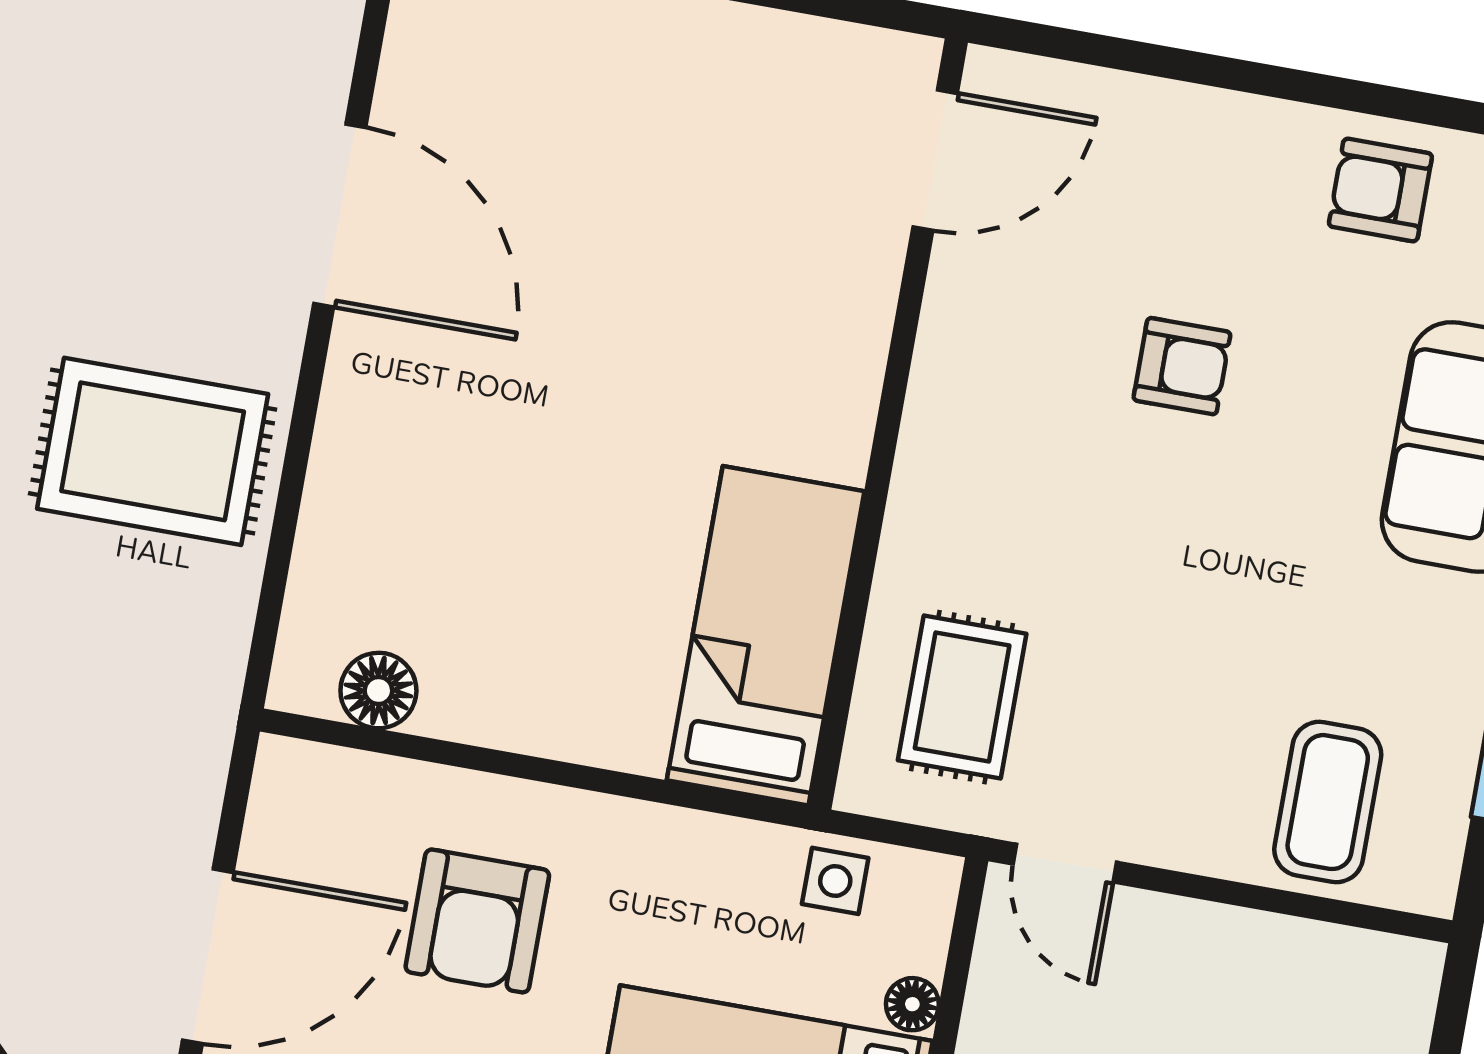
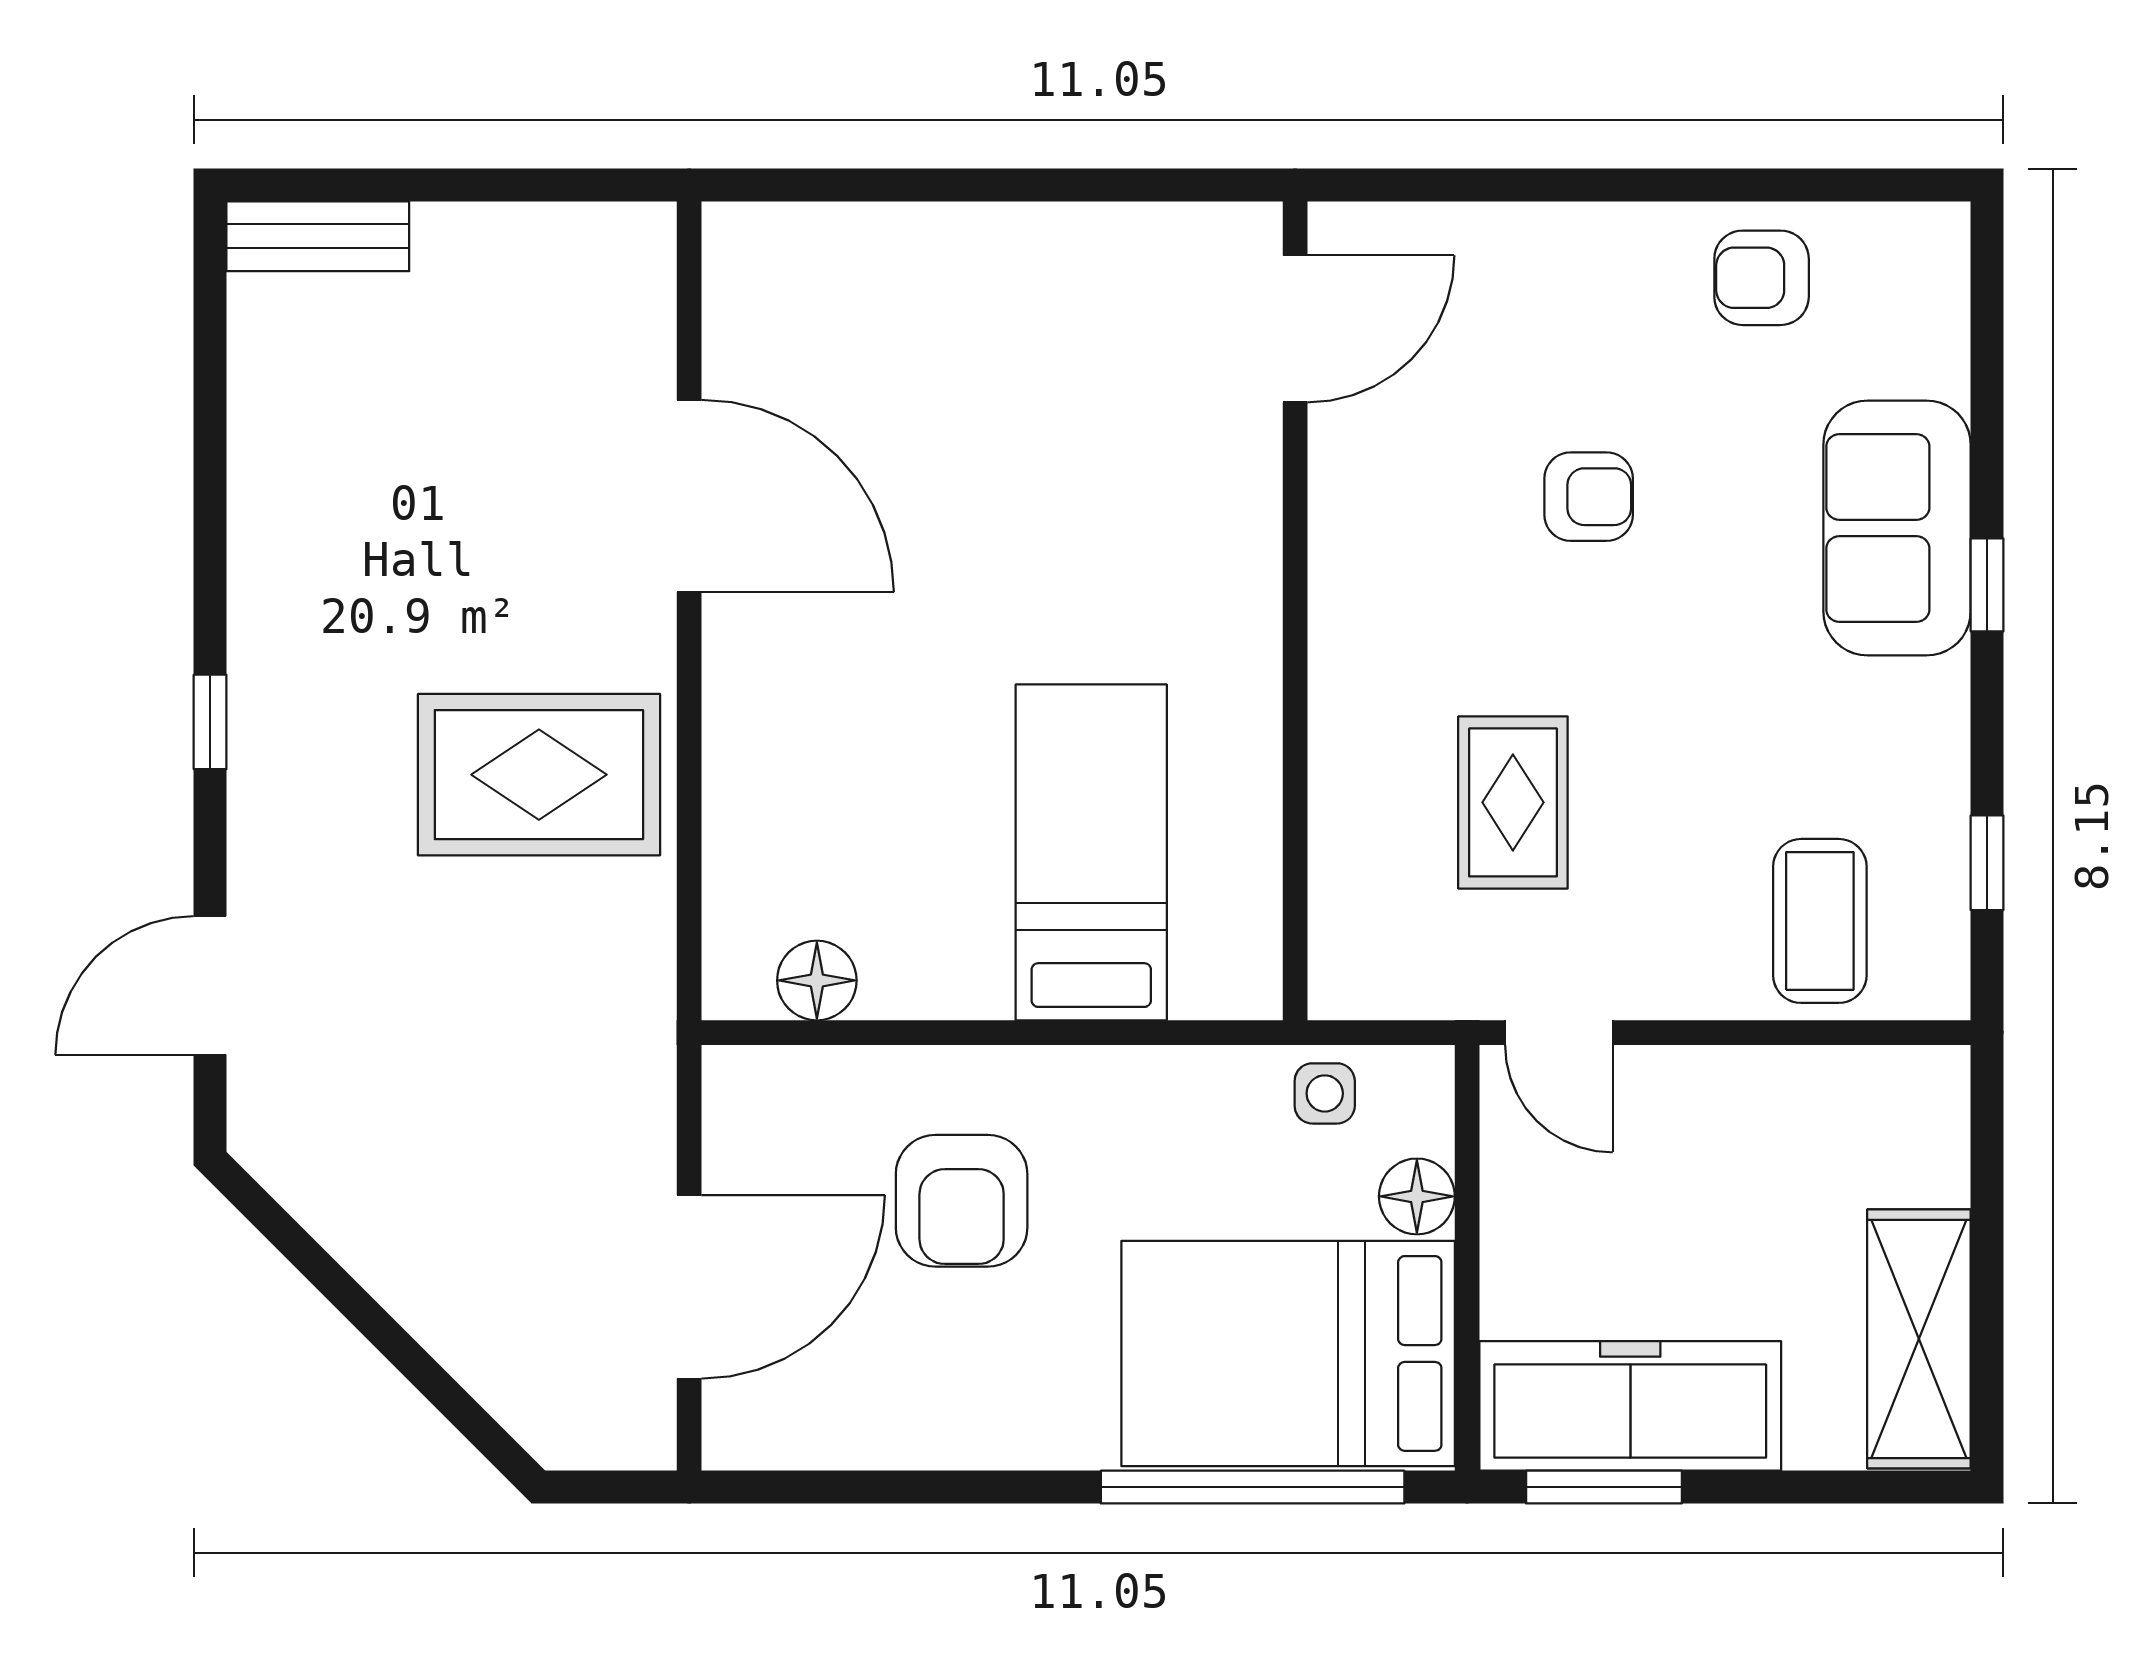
bed: (766, 636) -> (1091, 852), moved
rug: (962, 697) -> (1513, 802), moved
floor lamp: (912, 1004) -> (1417, 1196), width x1.37, depth x1.37

